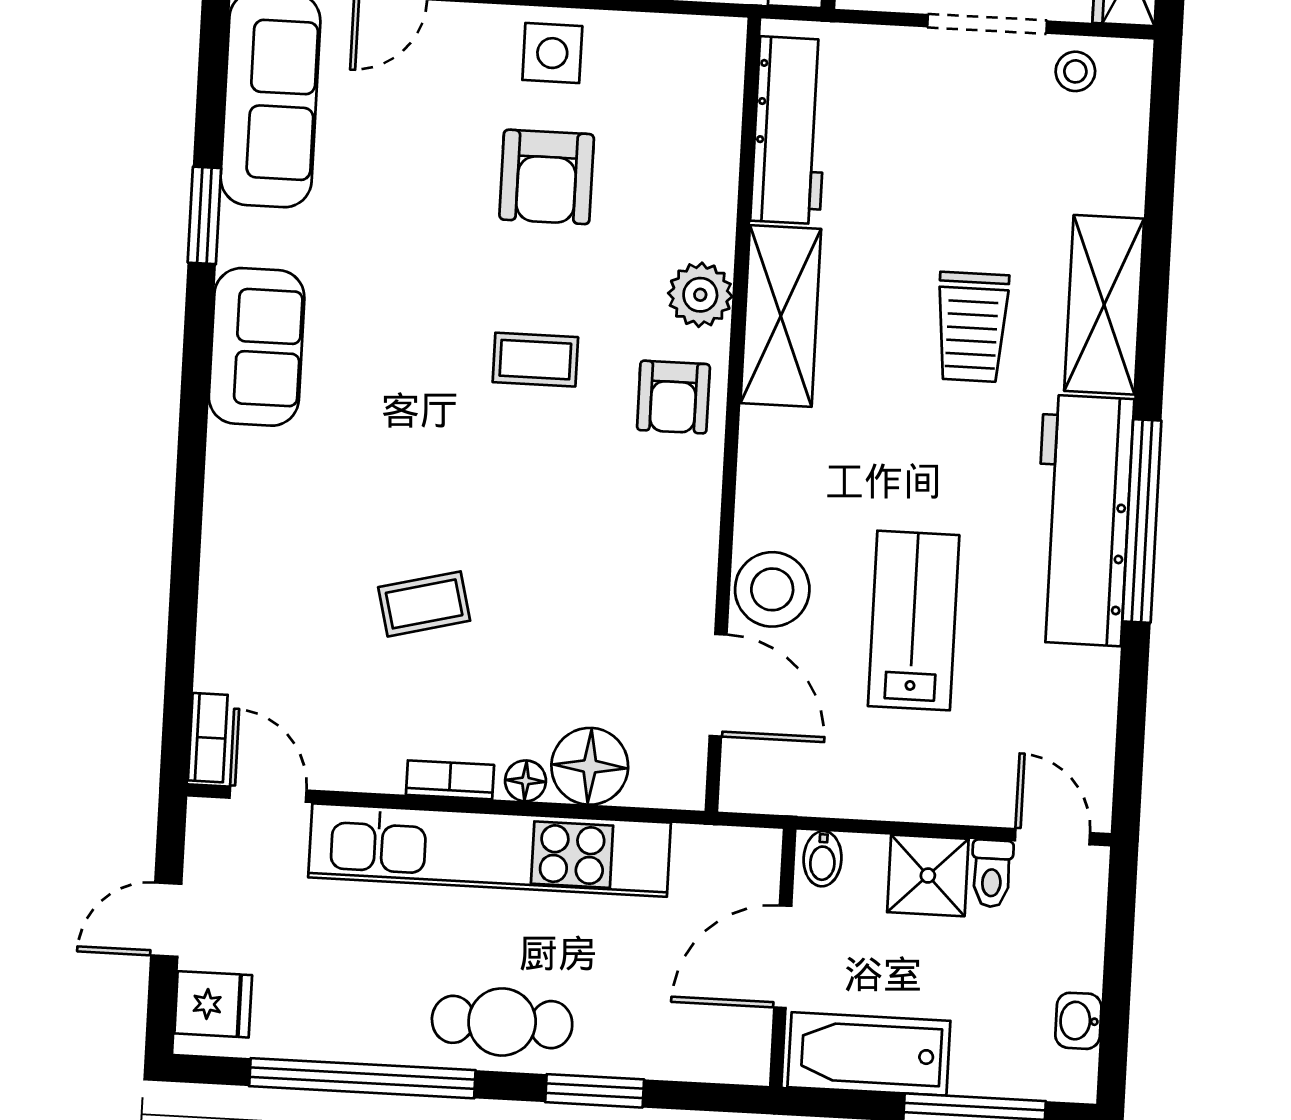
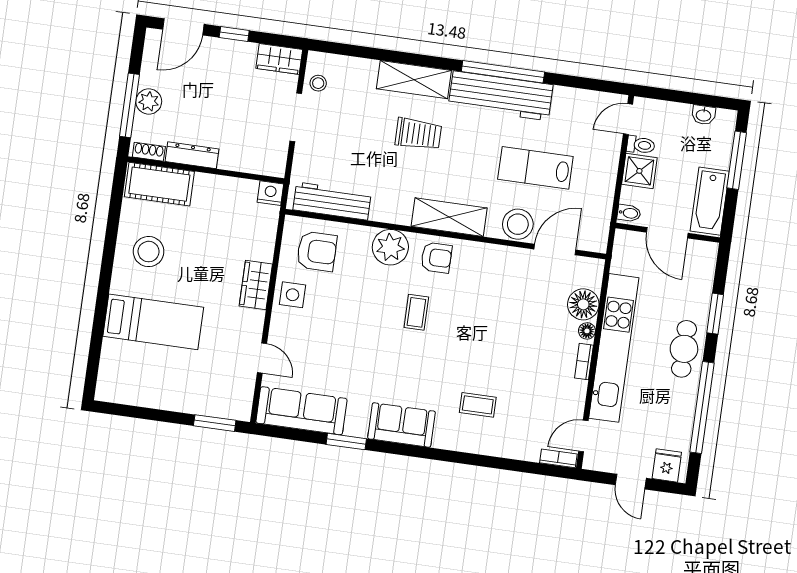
armchair: (547, 177) -> (317, 251), moved
plant: (700, 295) -> (390, 247), width x1.36, depth x1.36
shelving: (781, 316) -> (449, 217), moved
coffee table: (424, 604) -> (478, 405), moved, turned -76

